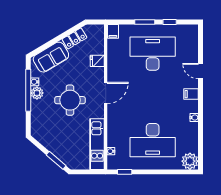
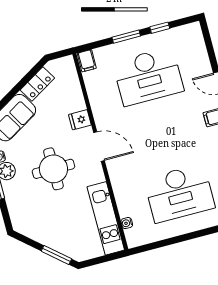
desk: (153, 54) -> (148, 76), turned 180
fridge: (97, 61) -> (80, 120), moved
door: (106, 93) -> (99, 147), hinge flipped
window: (125, 172) -> (153, 246), removed

